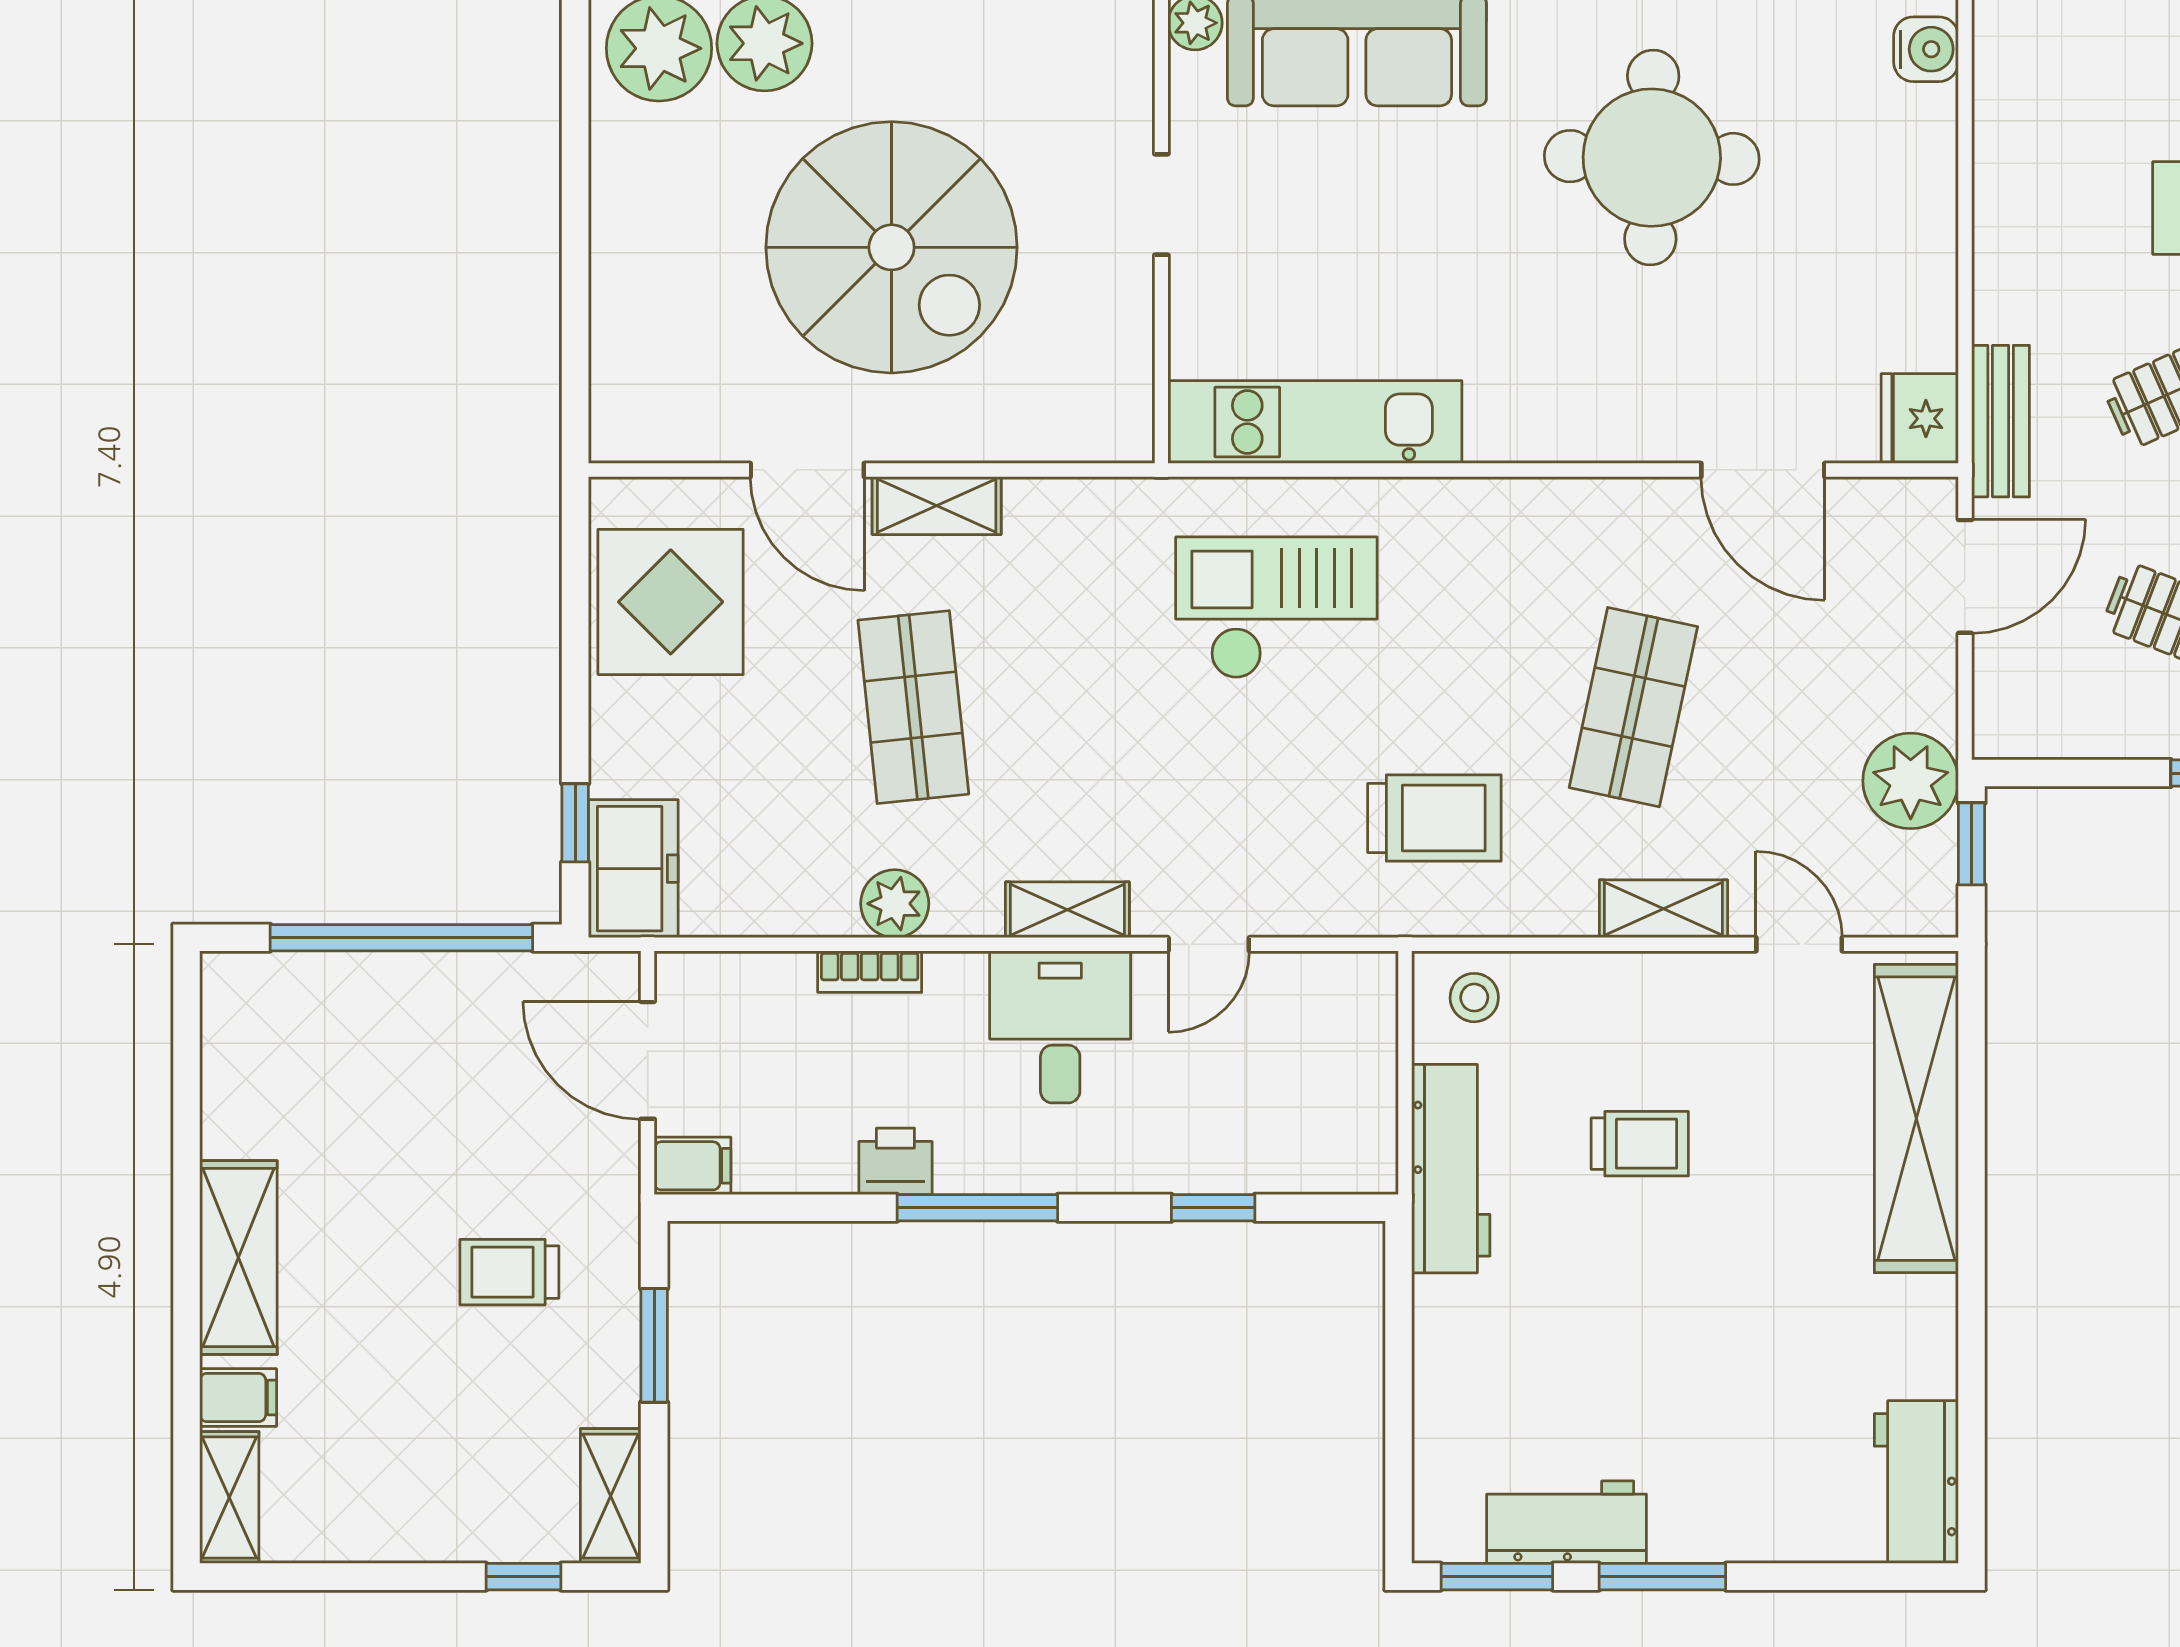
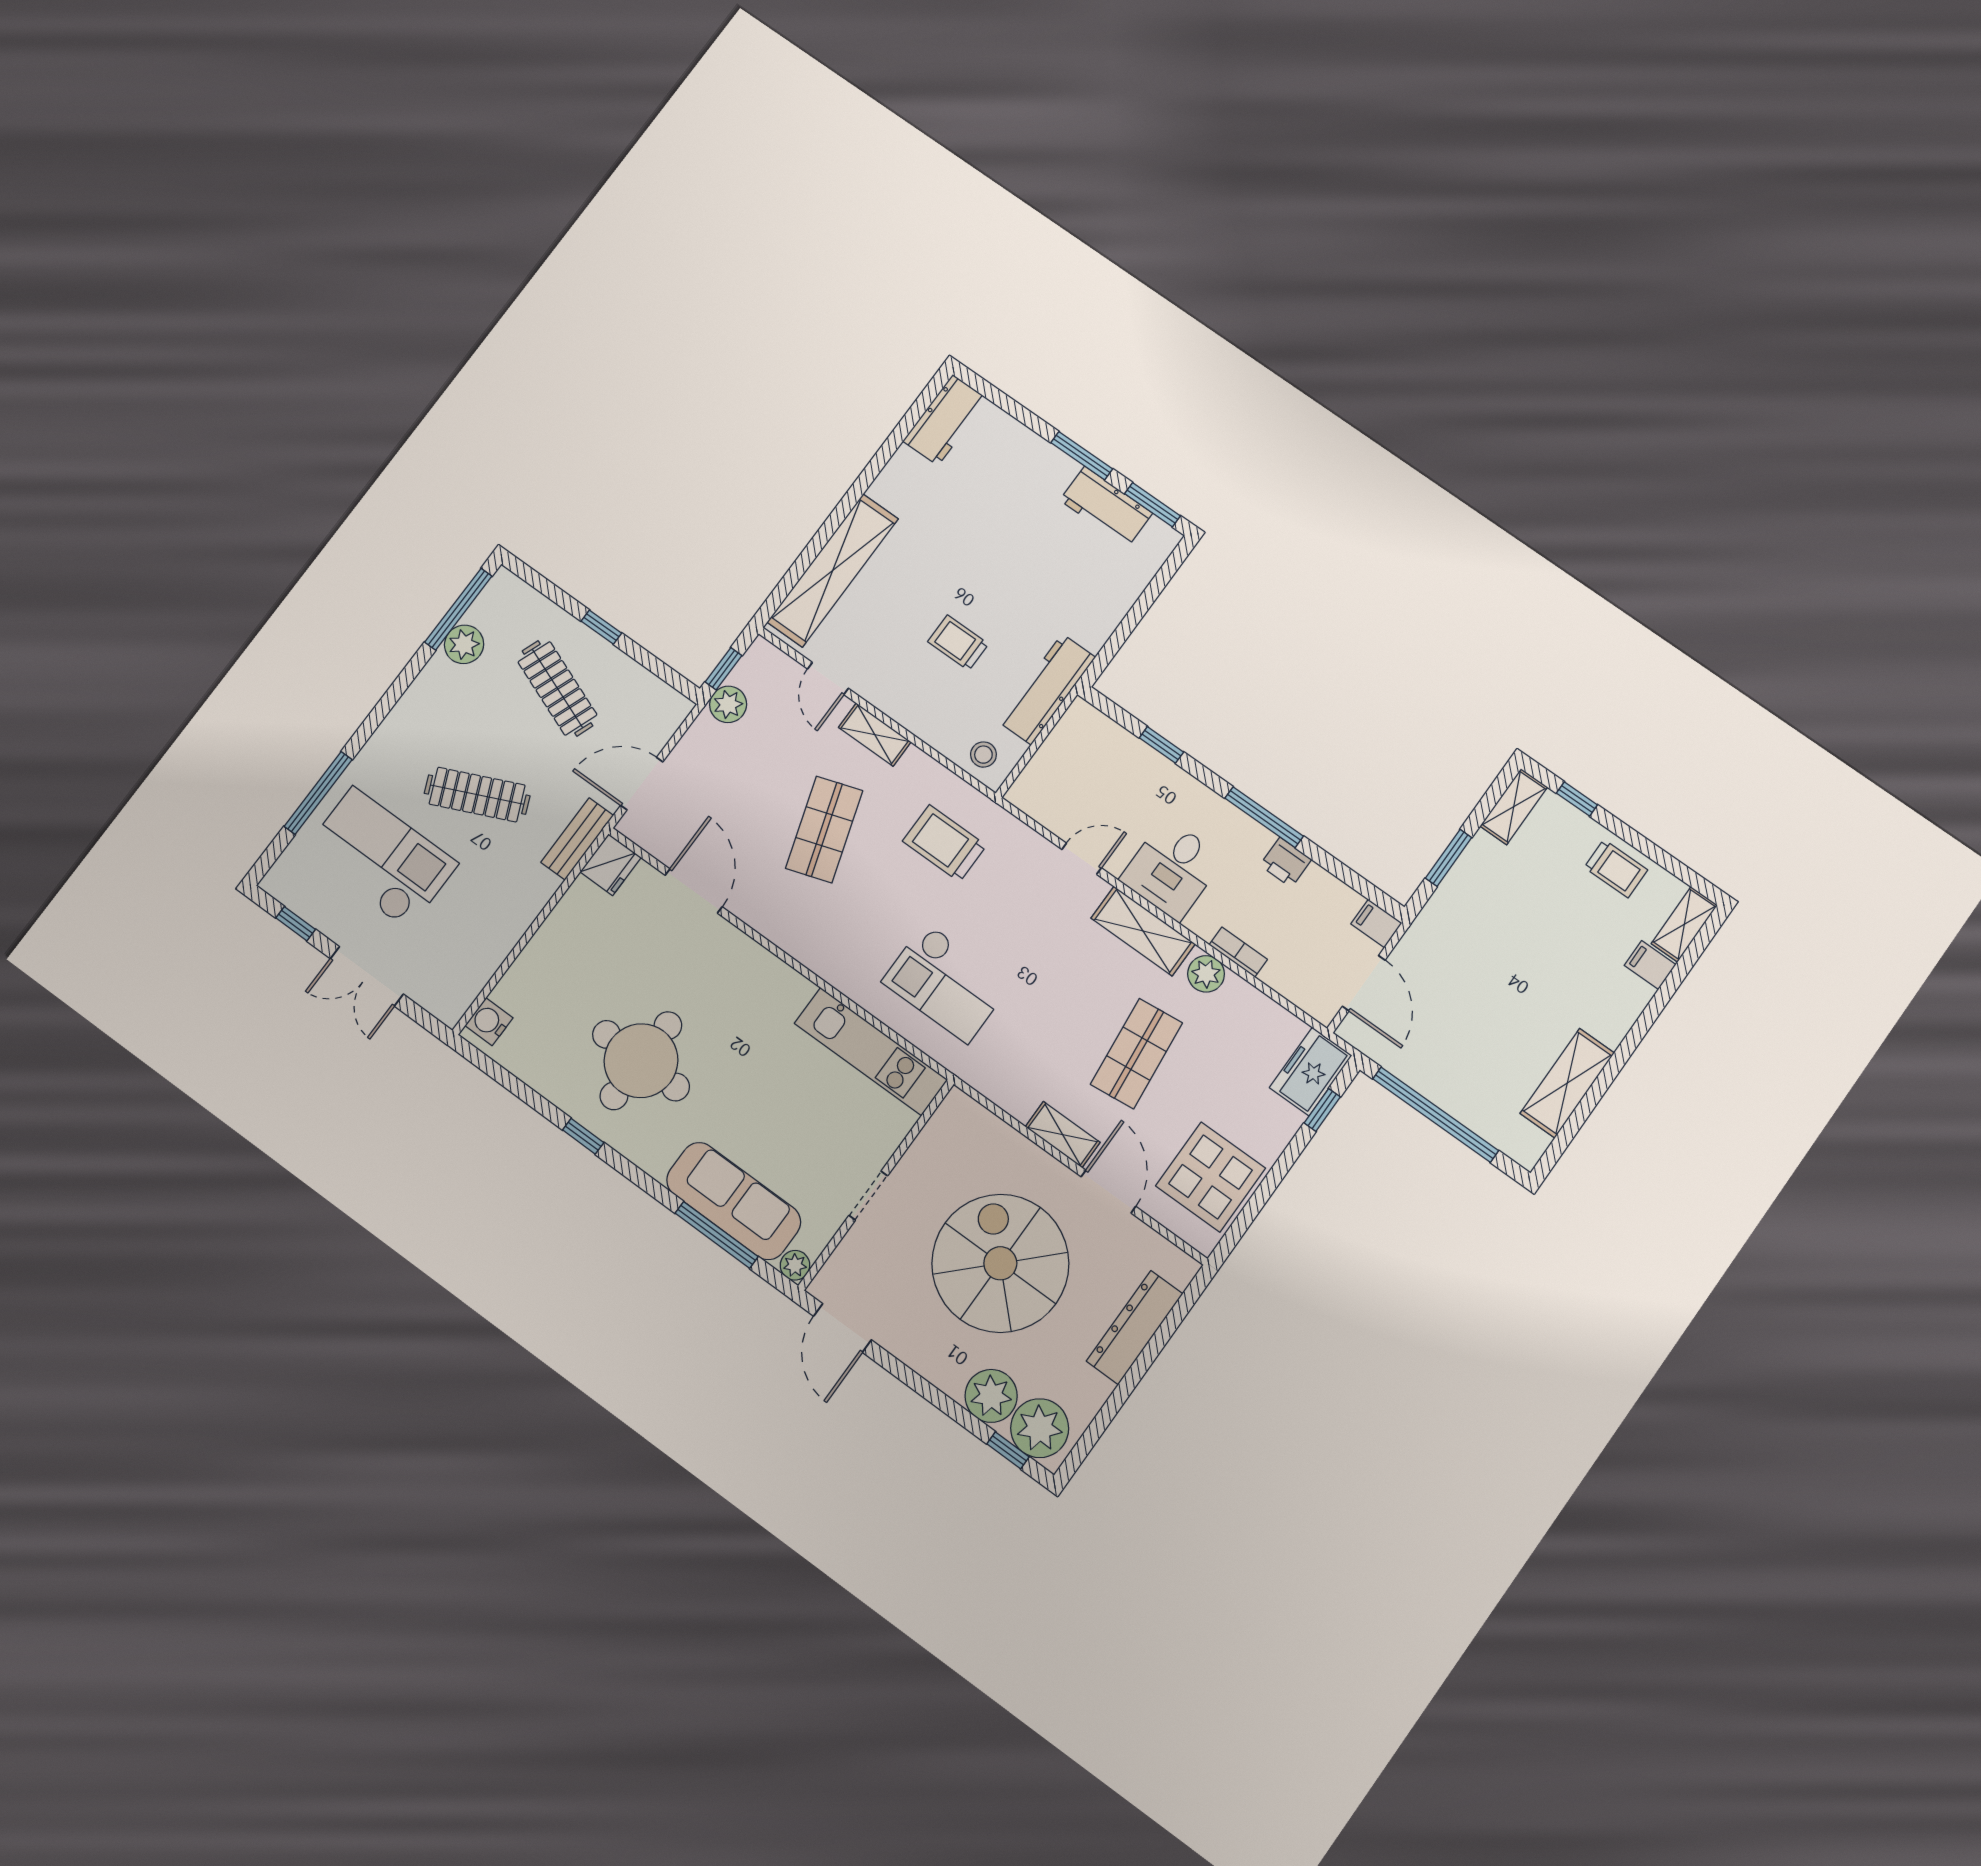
dresser: (624, 297) -> (1135, 1327), added
shop shelf: (1633, 707) -> (824, 829), turned -30
plant: (1911, 781) -> (728, 704), width x0.73, depth x0.73
shelving: (1067, 910) -> (1143, 931), width x1.50, depth x1.33
shelving: (238, 1258) -> (1567, 1083), moved
trolley: (509, 1272) -> (1616, 869), moved

